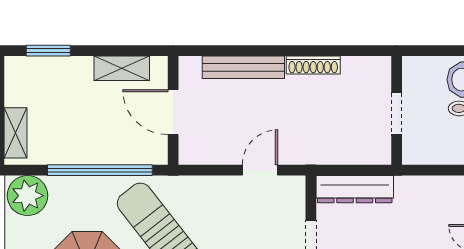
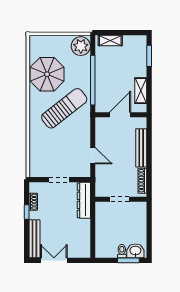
wall: (397, 110) -> (121, 199), moved
doorway: (397, 114) -> (119, 199), moved

